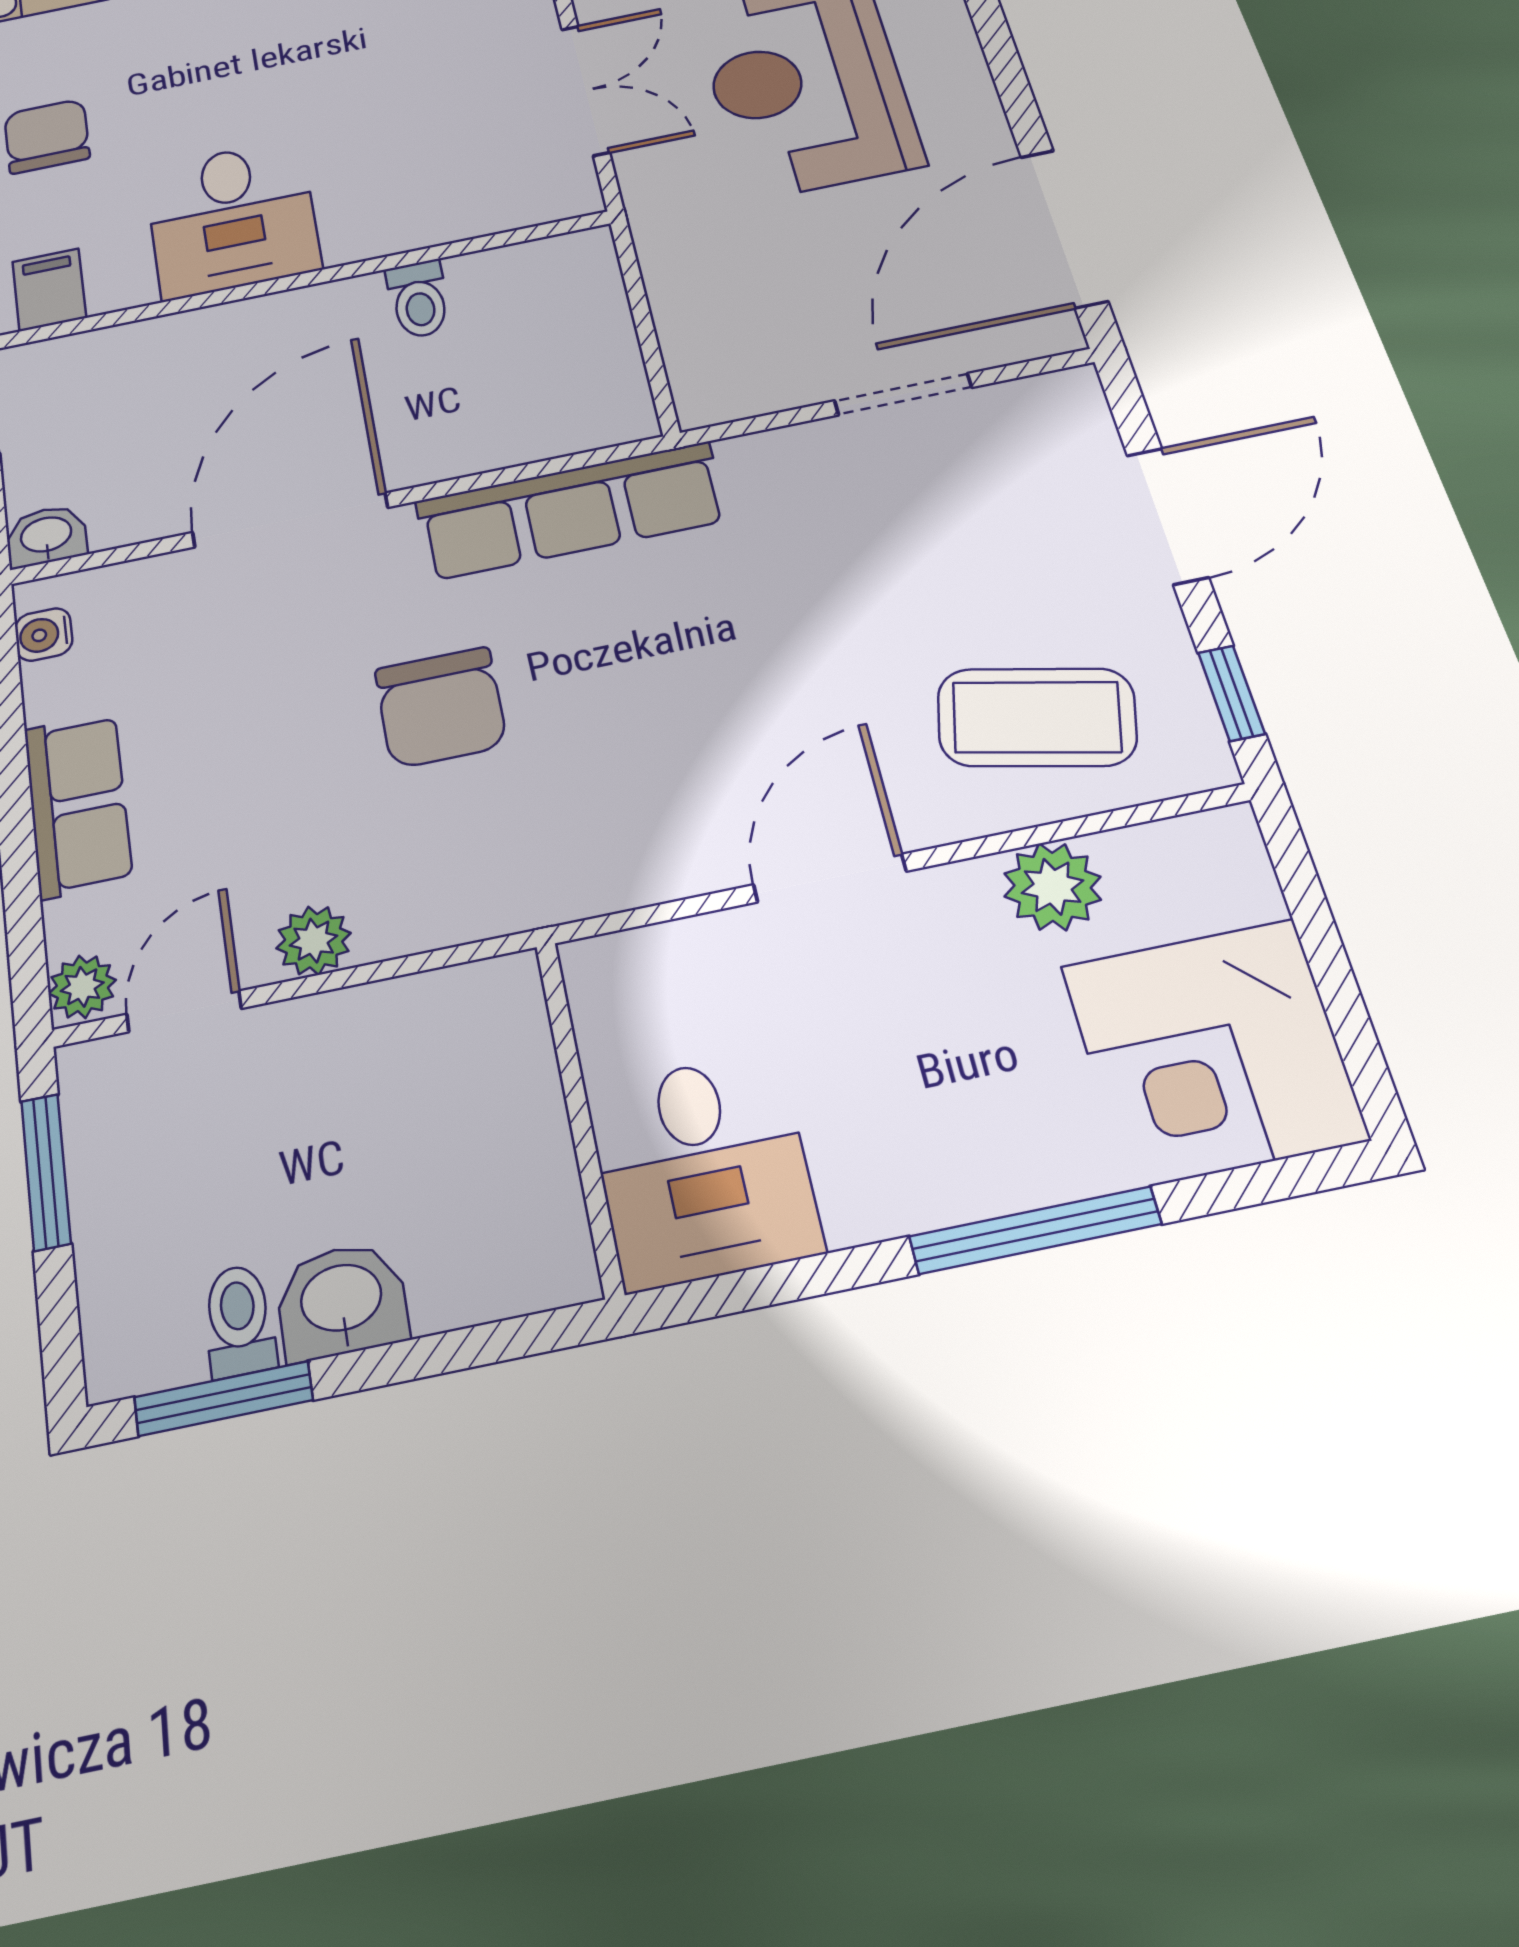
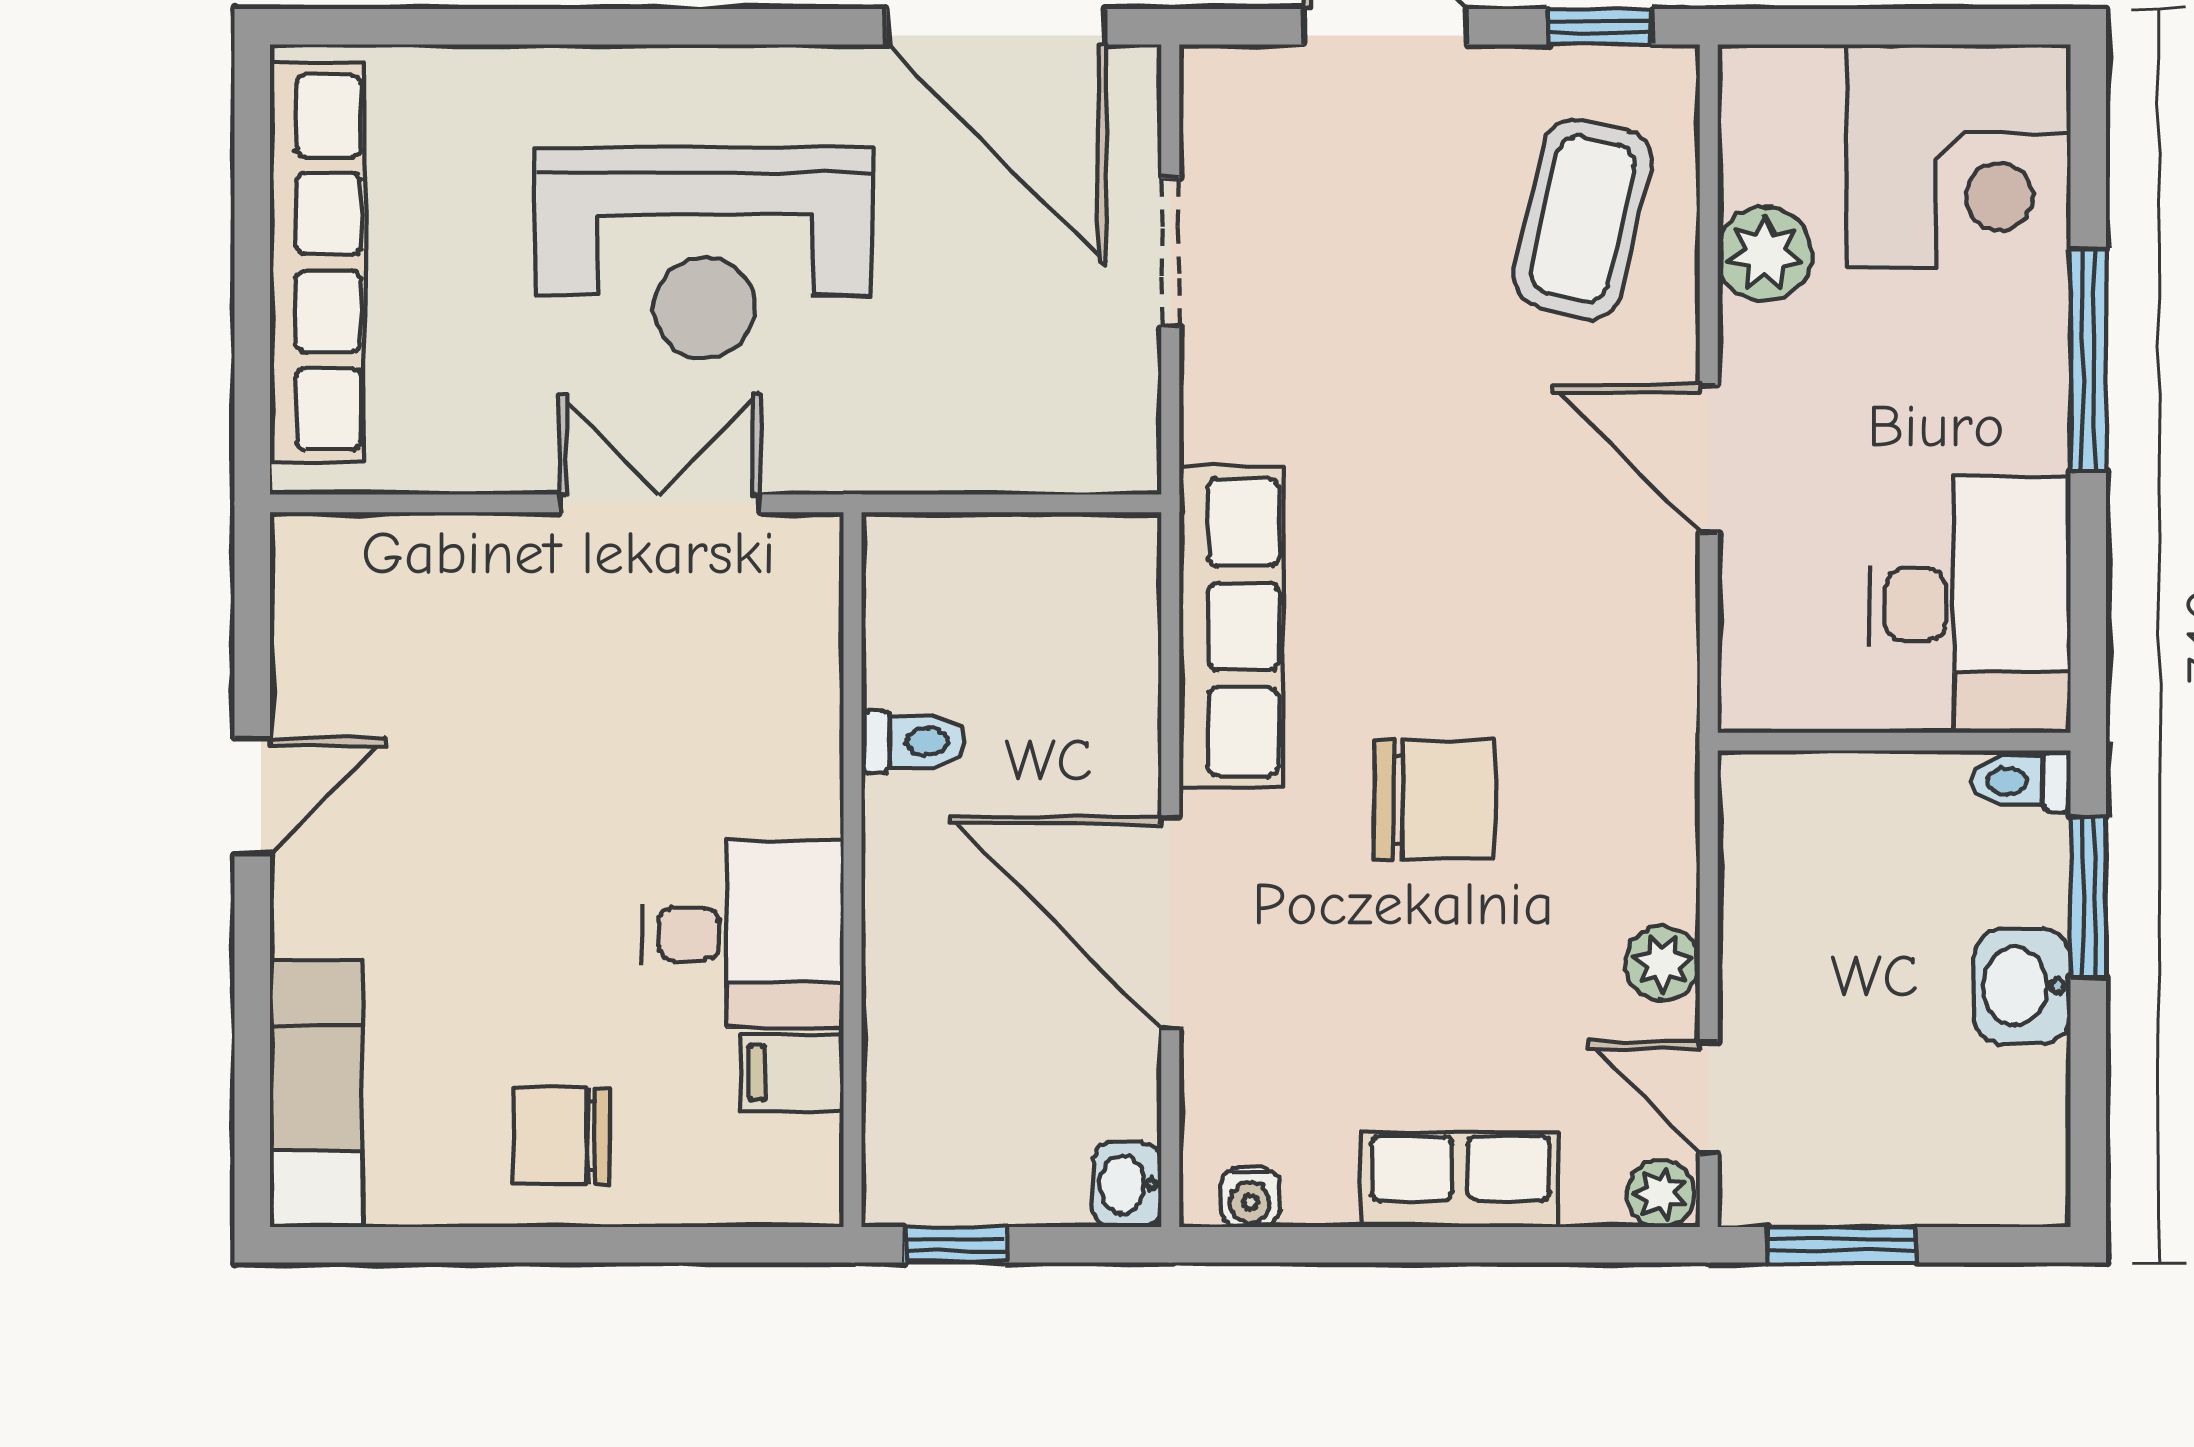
filing cabinet: (49, 290) -> (792, 1073), moved
desk: (703, 1169) -> (1970, 605), width x1.37
toilet: (239, 1321) -> (2021, 781), moved
window: (223, 1399) -> (2088, 897), moved

